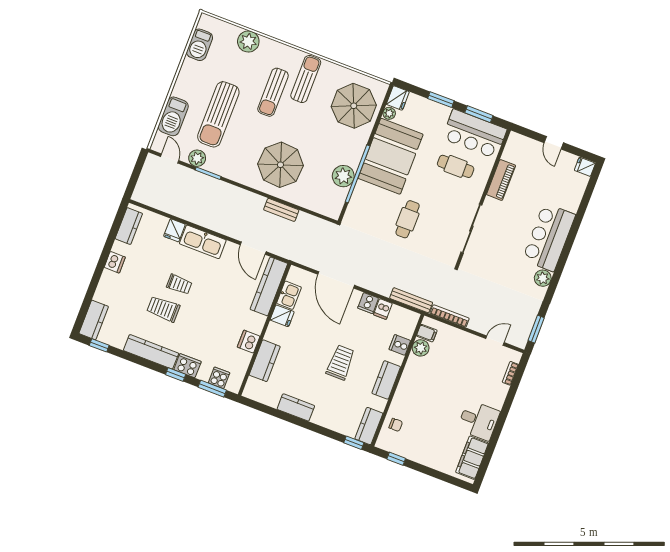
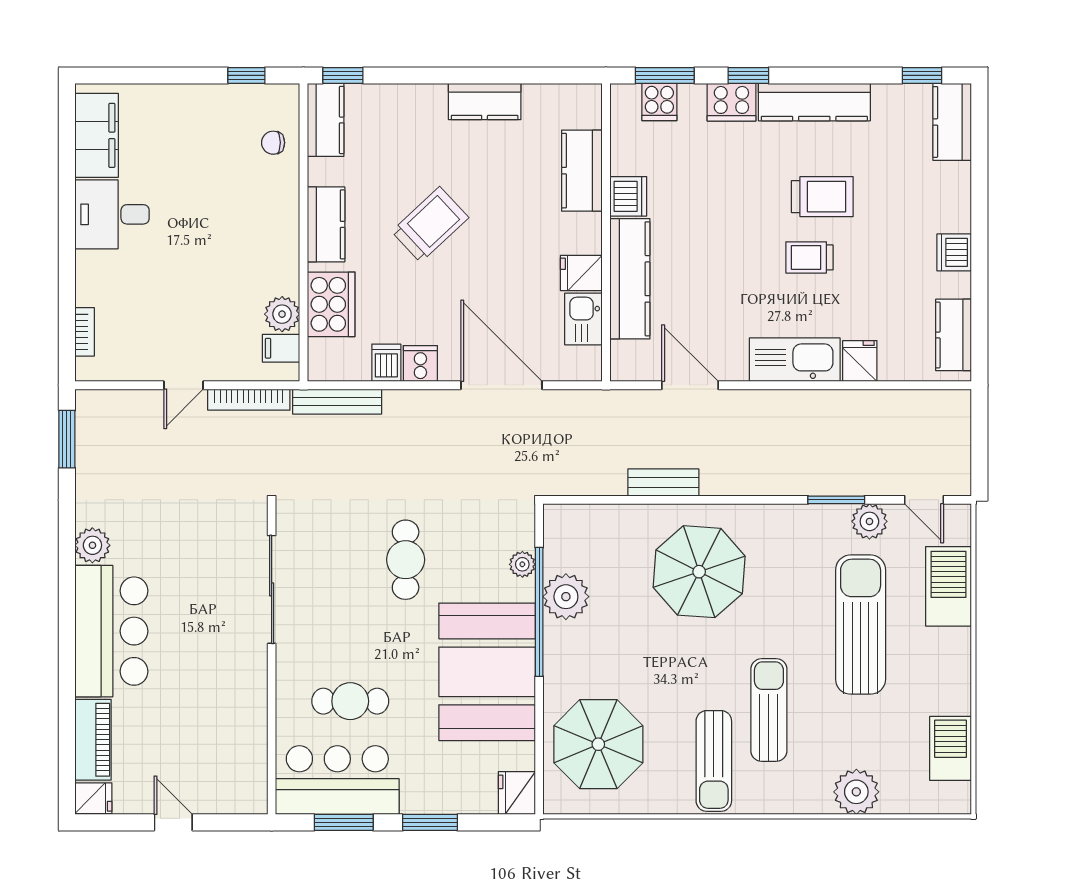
plant: (389, 113) -> (522, 564), moved
piano: (501, 180) -> (93, 740), moved, turned 180
kitchen counter: (269, 286) -> (630, 279), moved
door: (495, 341) -> (183, 385), moved
cooker: (400, 345) -> (331, 304), width x1.87, depth x1.31
trolley: (340, 362) -> (430, 225), turned -133

